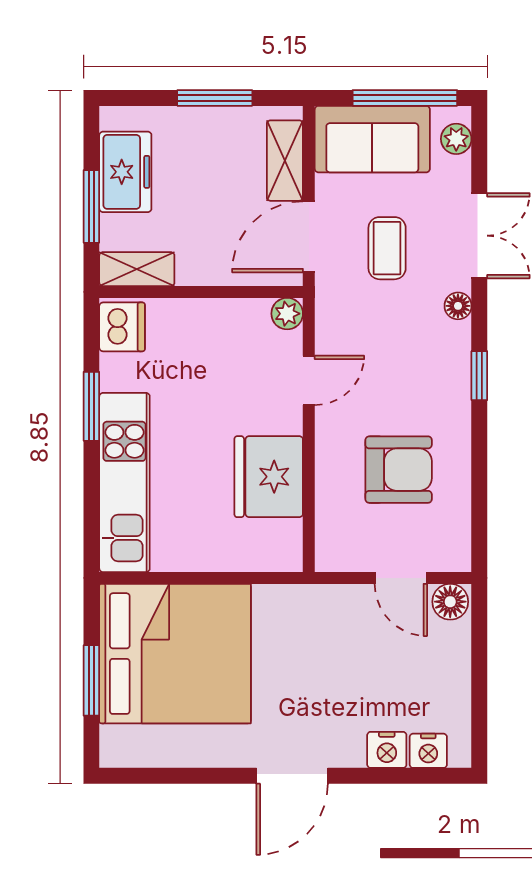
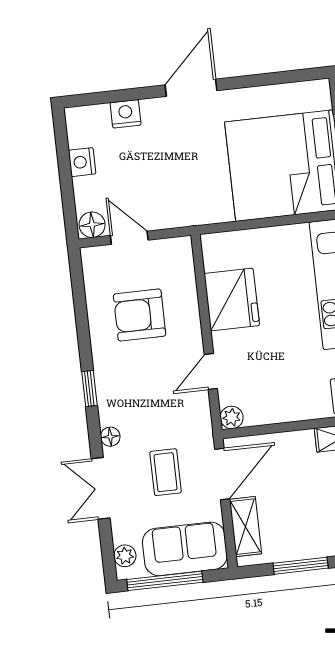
nightstand: (428, 751) -> (82, 162), moved, turned -90

